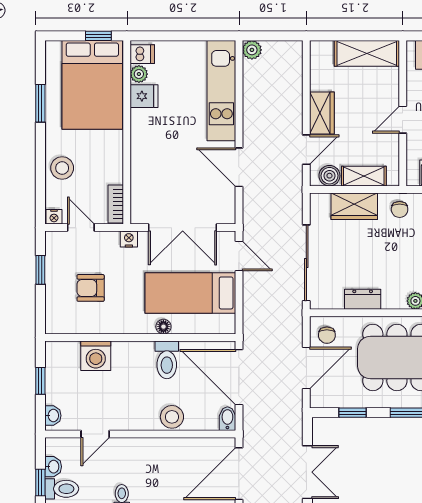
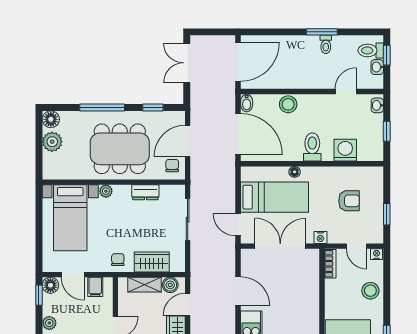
sliding door: (306, 263) -> (188, 220), width x0.73
toilet: (167, 360) -> (312, 147), moved

